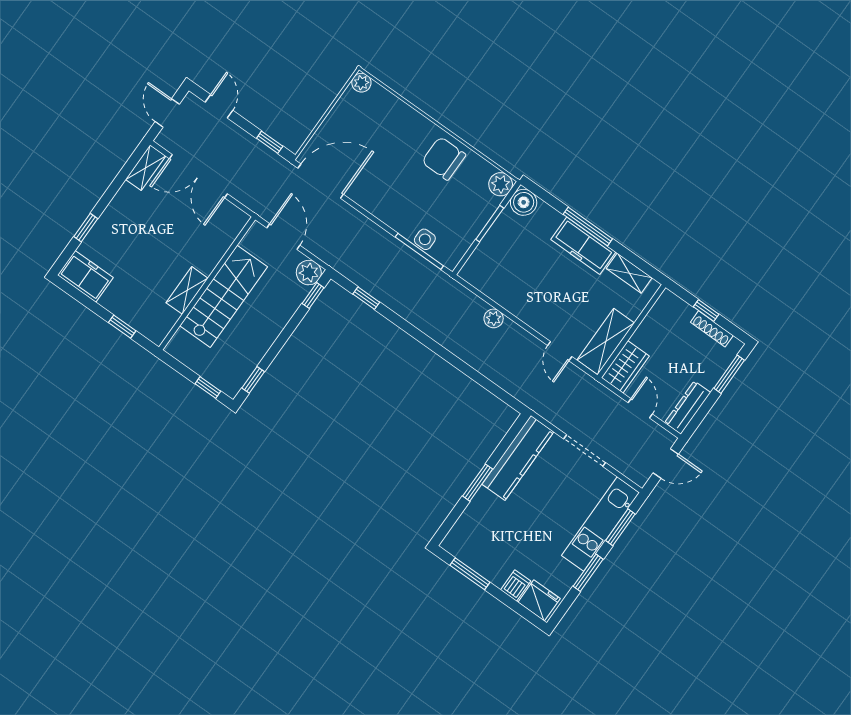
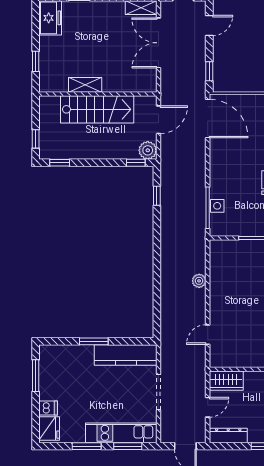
shelving: (606, 342) -> (233, 358), removed

